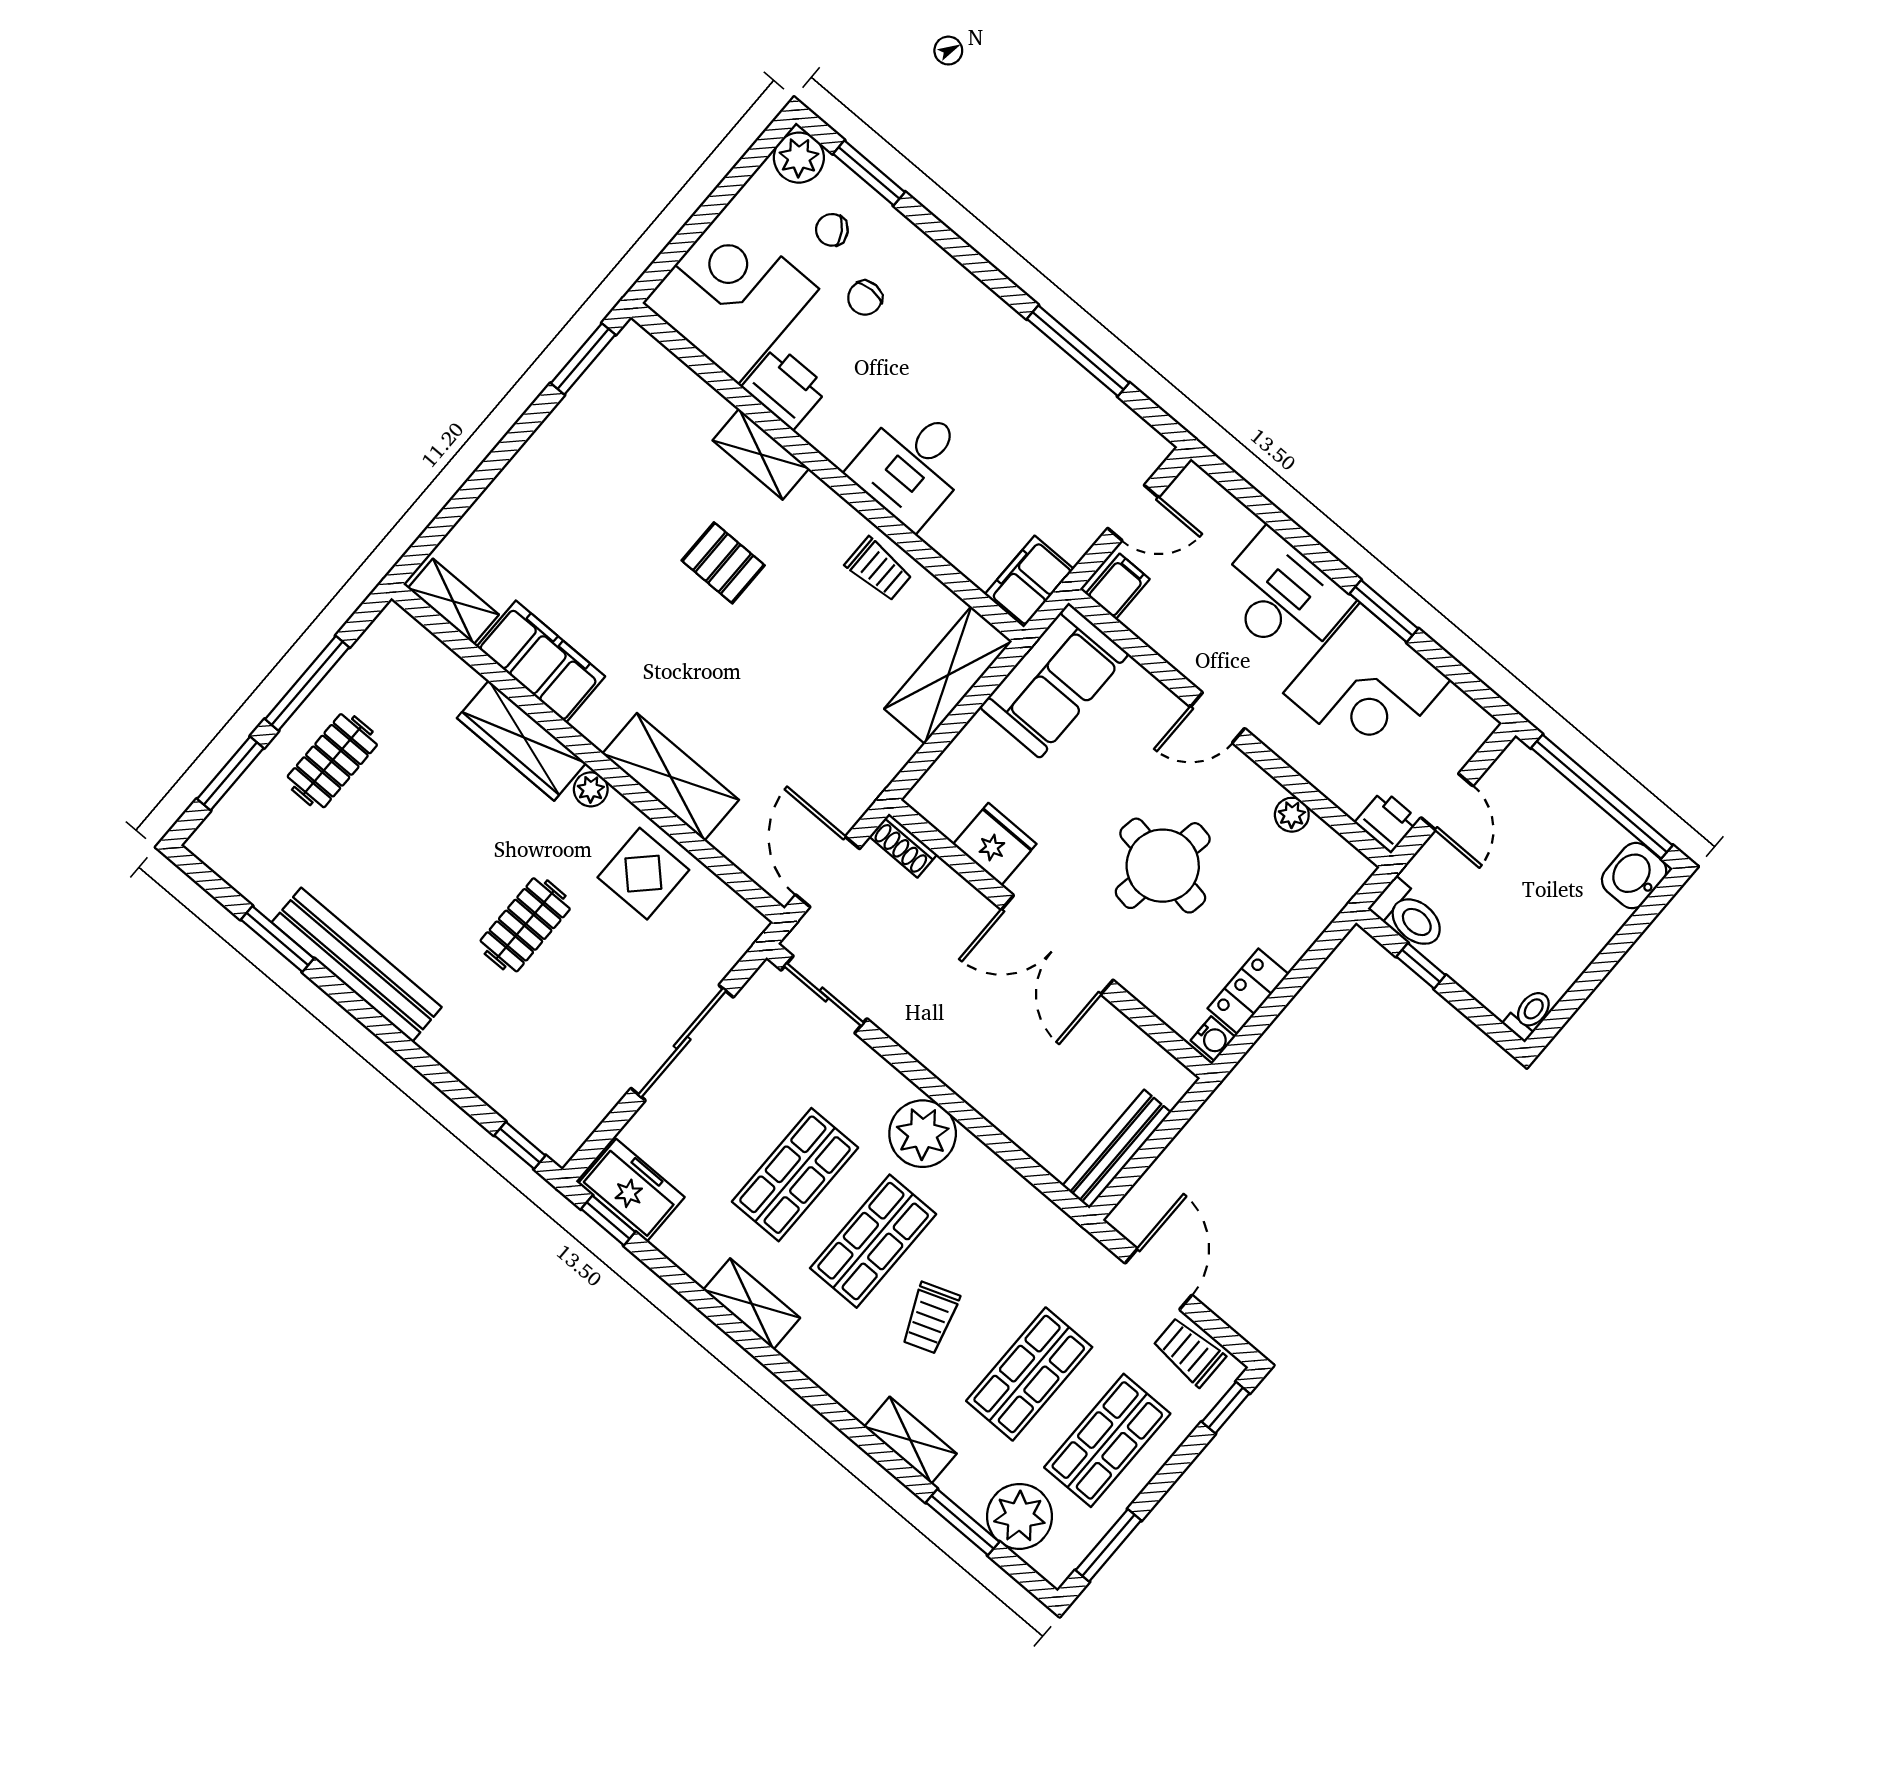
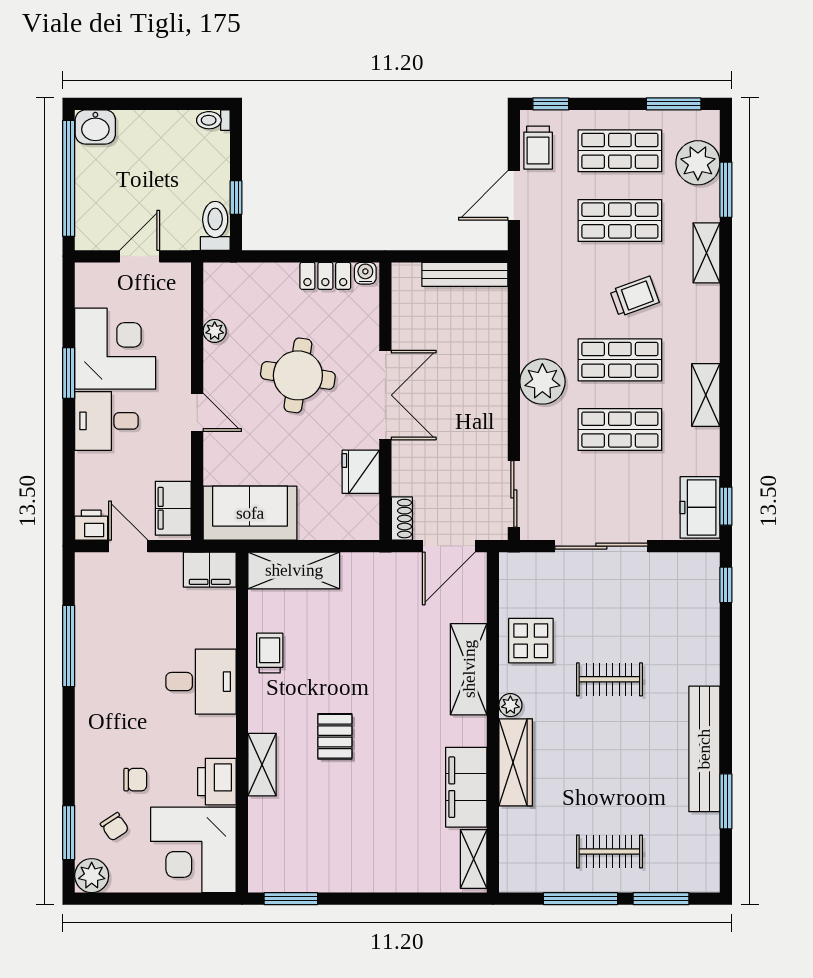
filing cabinet: (1118, 586) -> (173, 508), width x2.00
desk: (1282, 597) -> (106, 421), width x0.73
printer: (1387, 821) -> (91, 525), moved, turned 90

